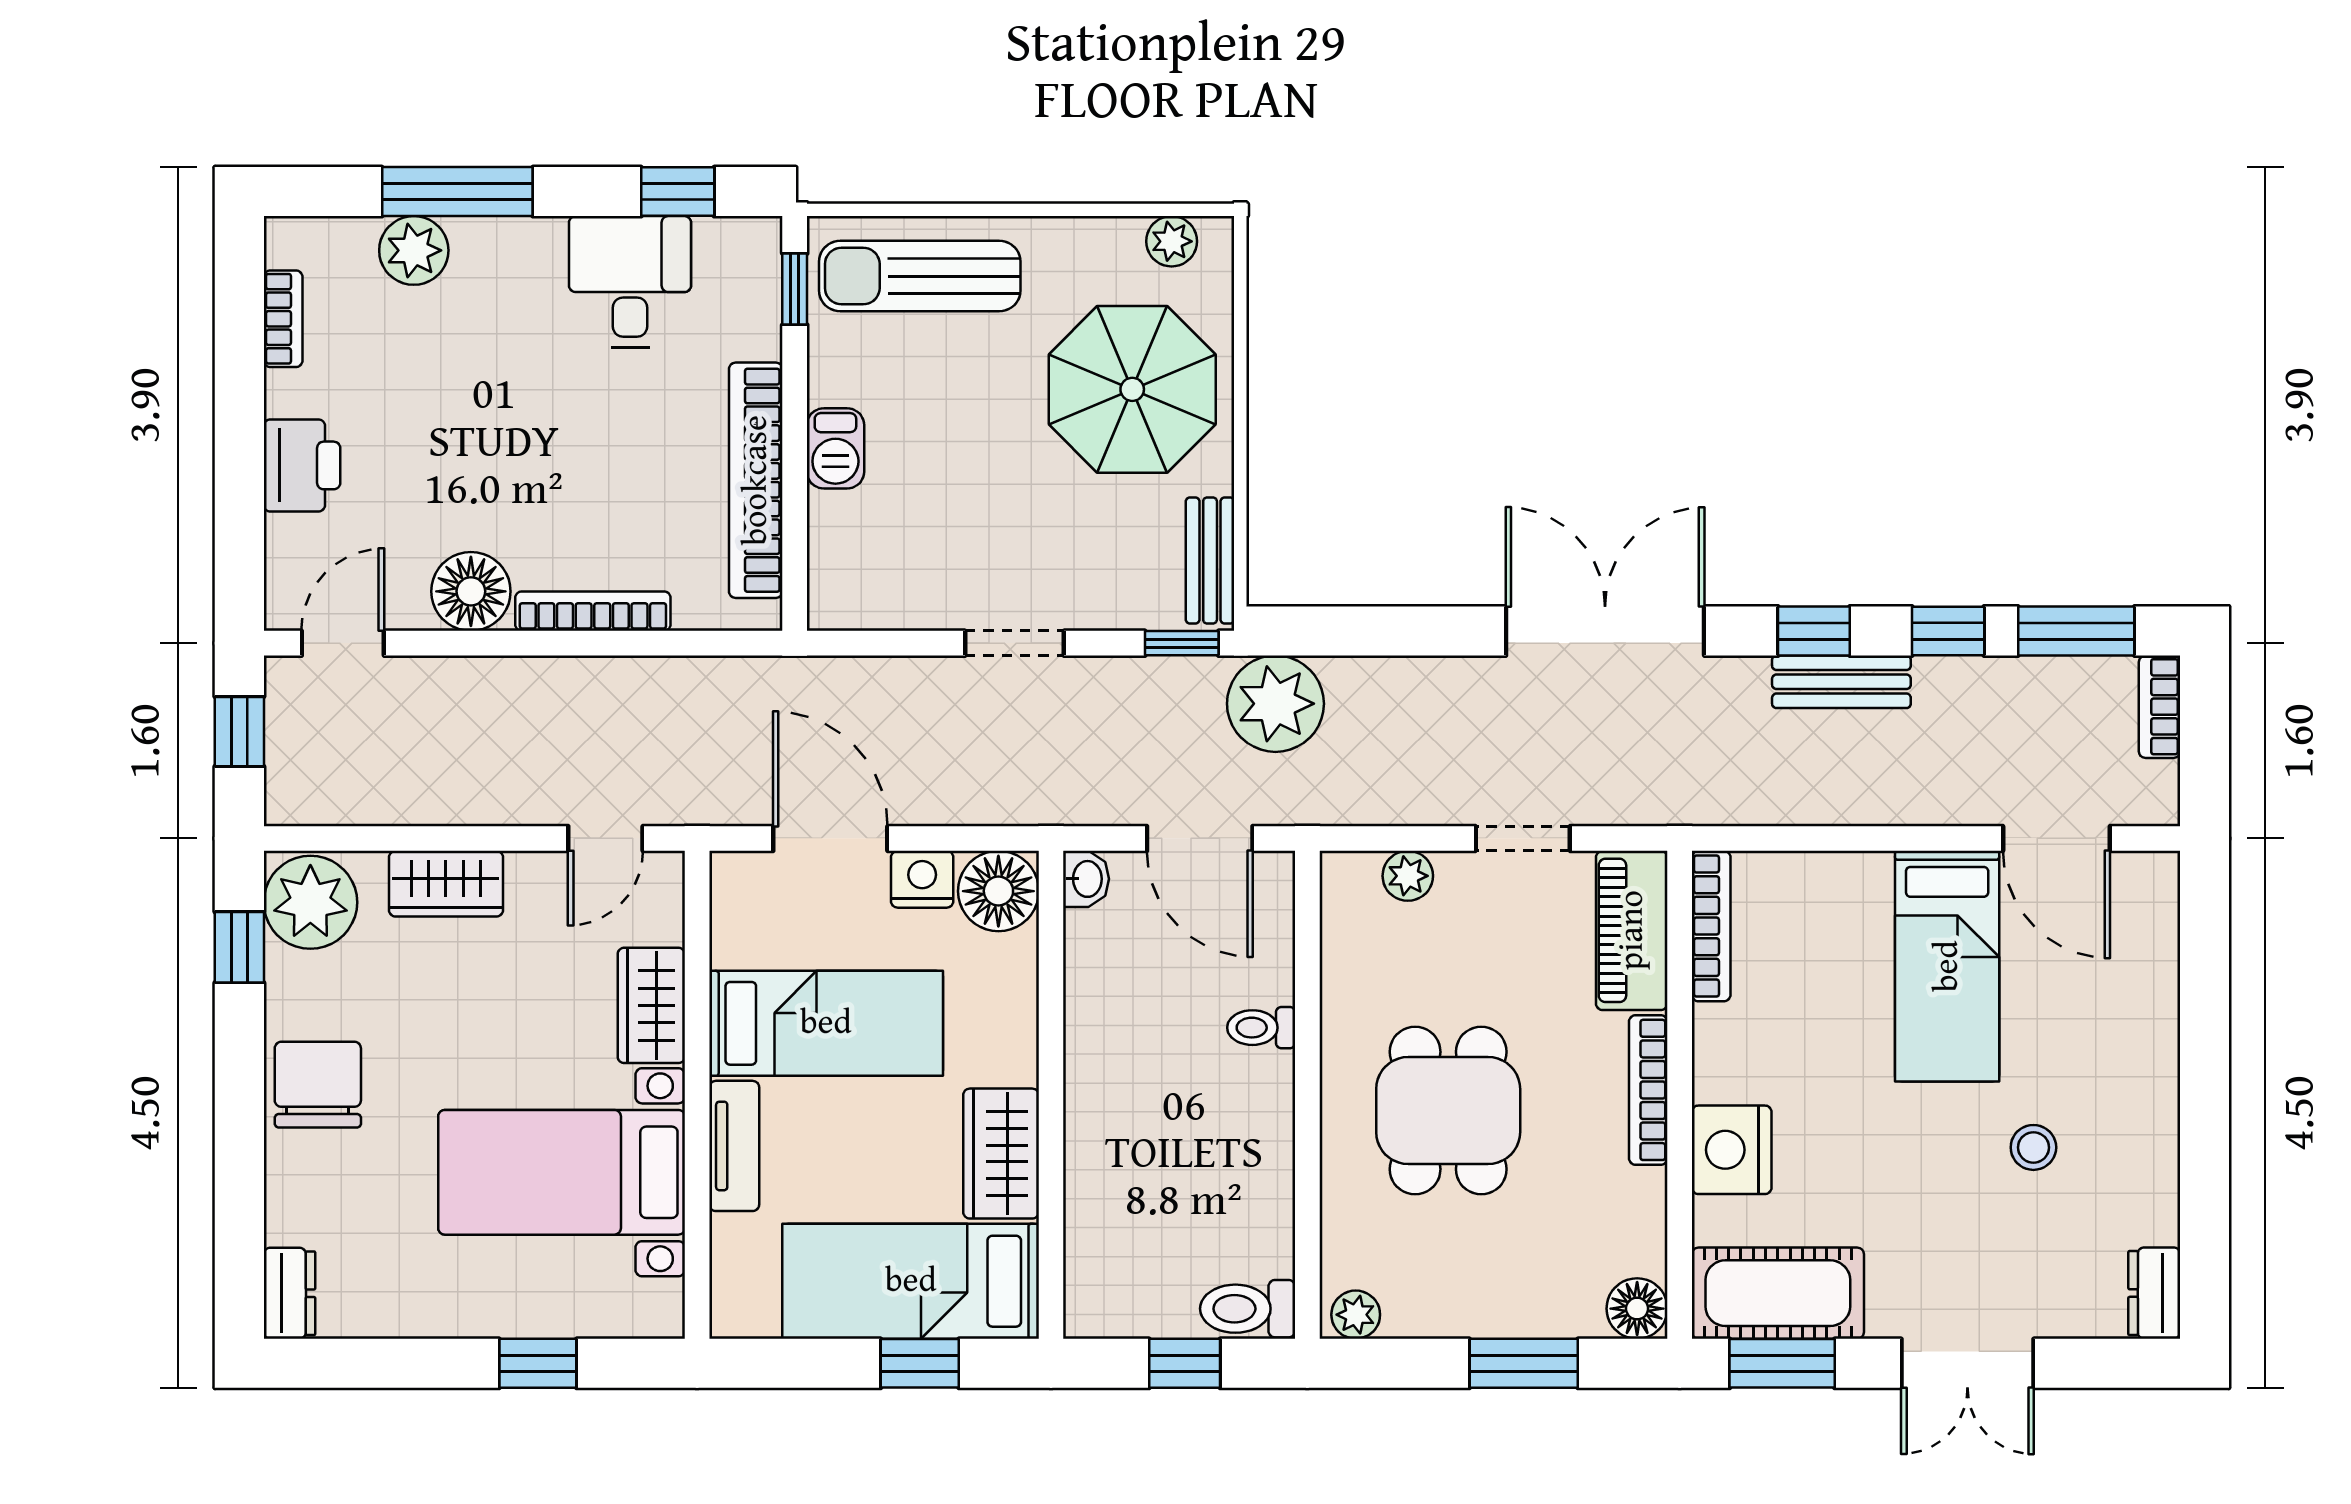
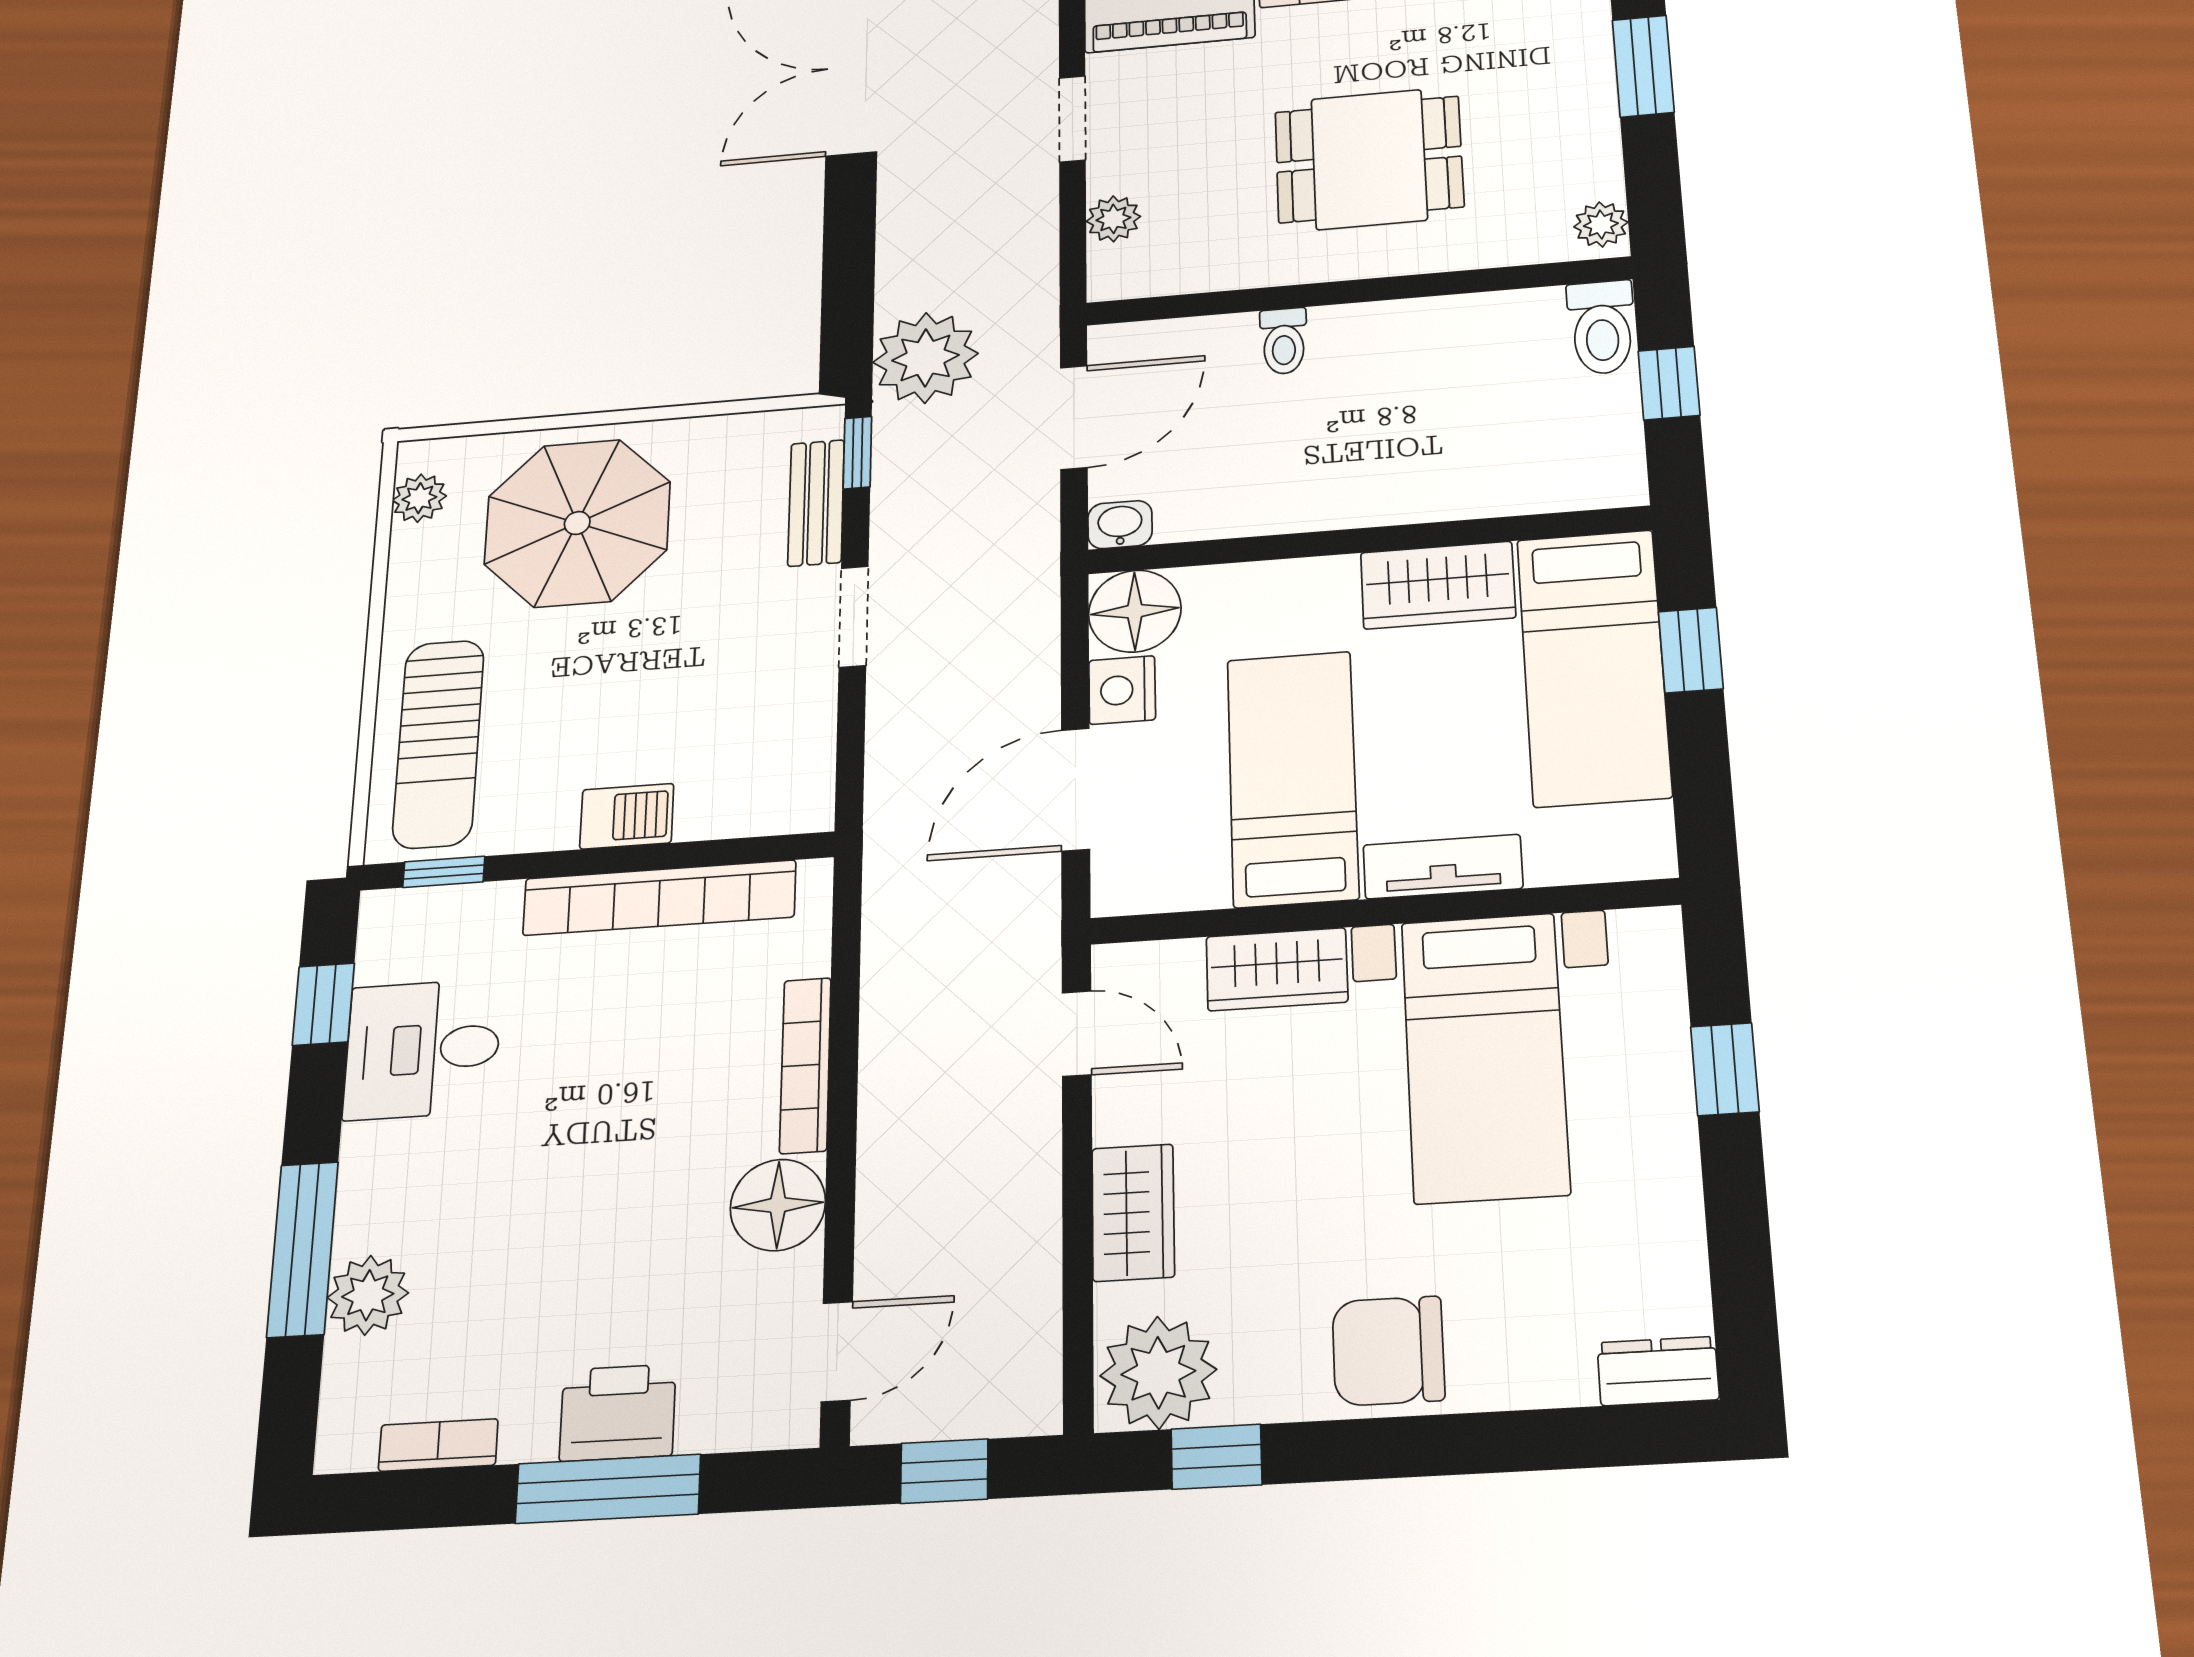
window: (239, 461) -> (608, 1489), added
bench: (1210, 560) -> (816, 503), moved, turned 90
door: (343, 643) -> (837, 1352), swing flipped

